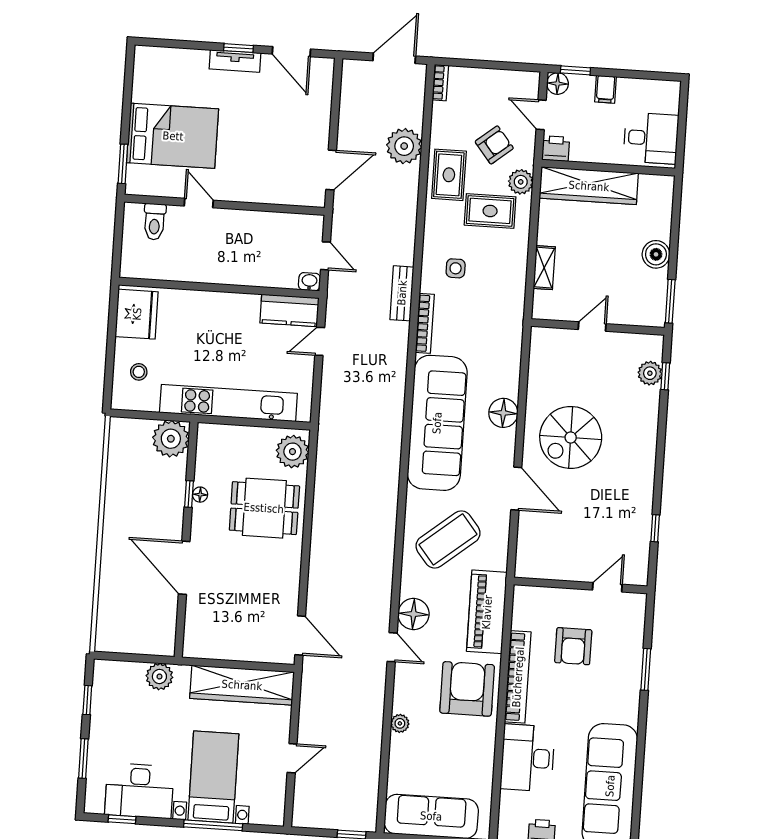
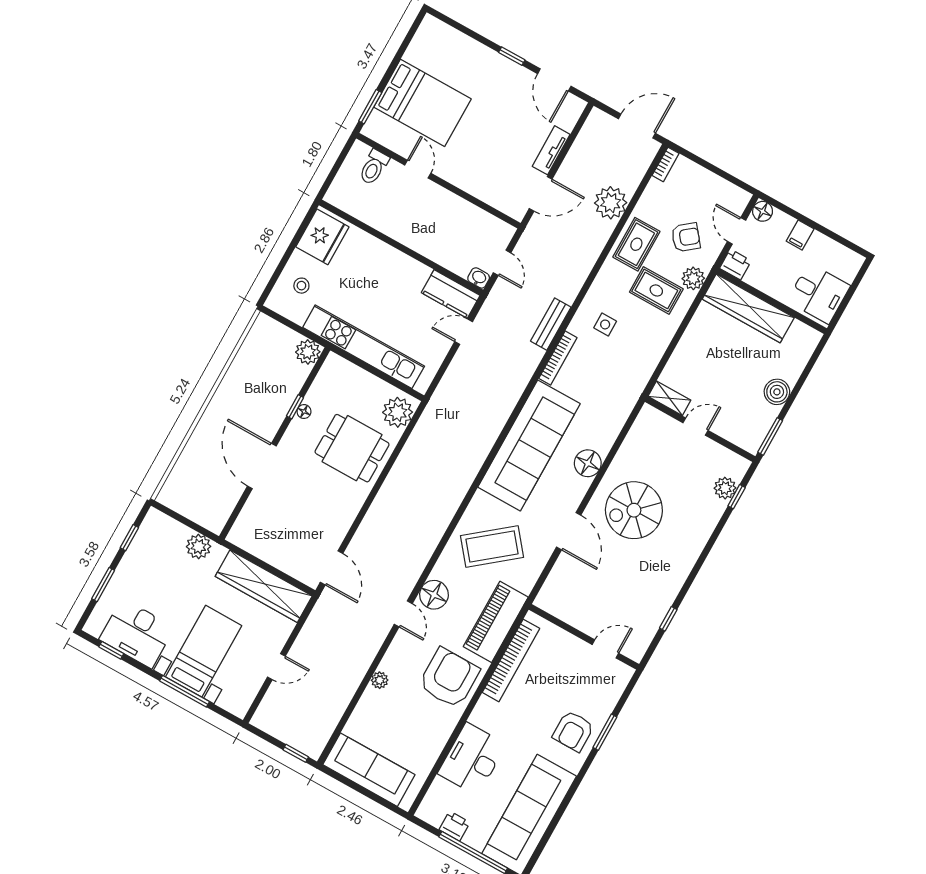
tv unit: (235, 61) -> (551, 150), moved, turned 90
window: (575, 70) -> (783, 207), removed
shelving: (544, 268) -> (669, 398), moved, turned 90
plant: (171, 439) -> (308, 352), width x0.73, depth x0.73
armchair: (573, 646) -> (573, 731), moved
bookcase: (518, 677) -> (511, 660), moved

